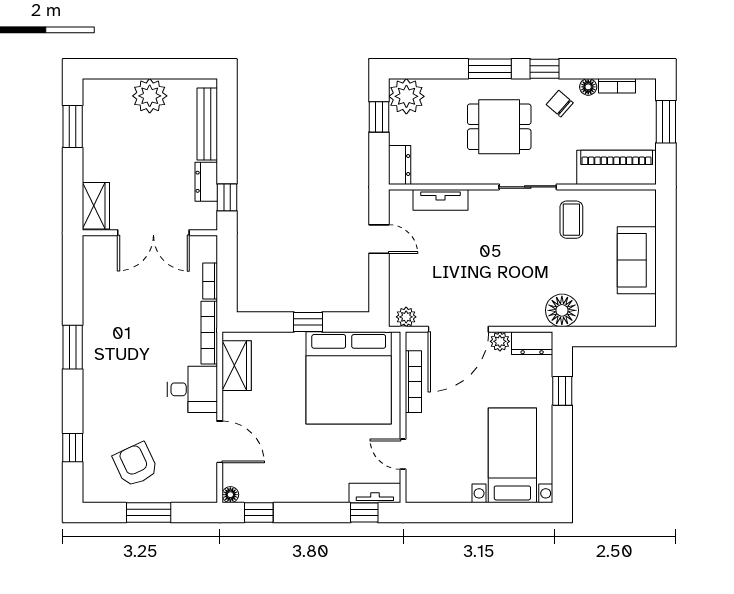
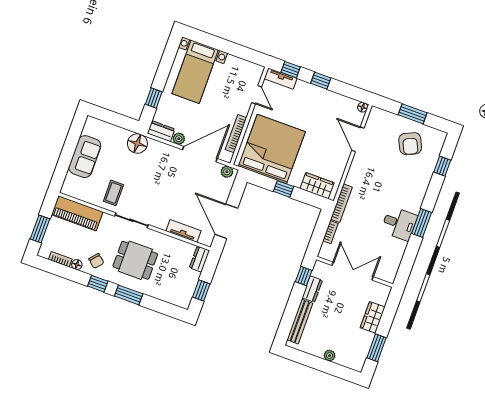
plant: (150, 96) -> (330, 356), width x0.53, depth x0.53
plant: (406, 96) -> (182, 296), removed
wardrobe: (96, 206) -> (373, 317), moved
door: (379, 239) -> (226, 221), width x1.88
wardrobe: (237, 366) -> (317, 186), moved, turned 90
desk: (192, 389) -> (399, 224), moved, turned 180
window: (259, 513) -> (321, 81), moved

